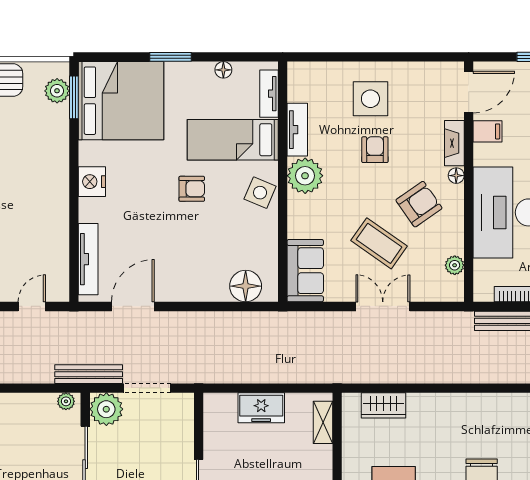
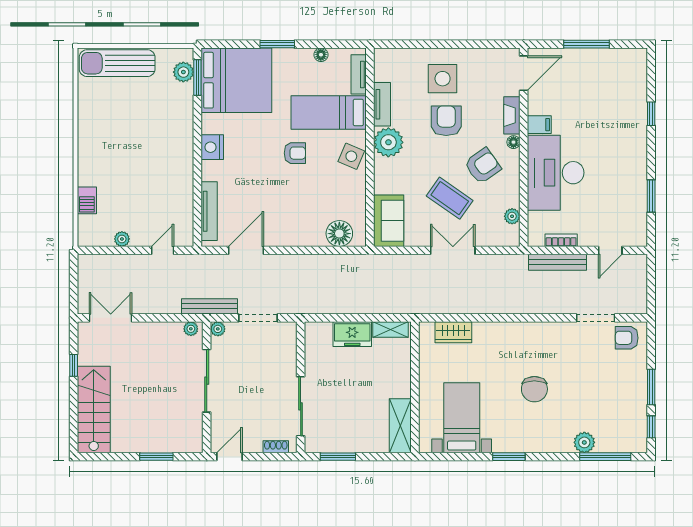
filing cabinet: (488, 131) -> (539, 125), moved
armchair: (375, 150) -> (446, 121), width x1.38, depth x1.38
plant: (106, 409) -> (218, 329), width x0.53, depth x0.53
shelving: (323, 422) -> (390, 330), moved, turned 90

